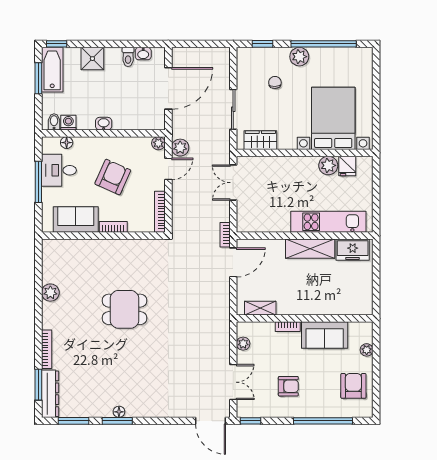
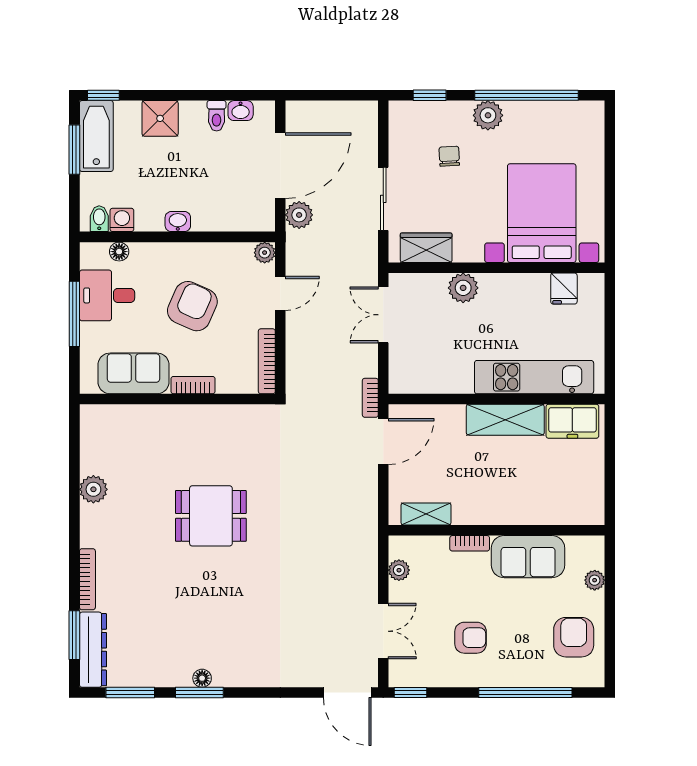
plant: (180, 148) -> (299, 215), moved
plant: (328, 165) -> (463, 288), moved

